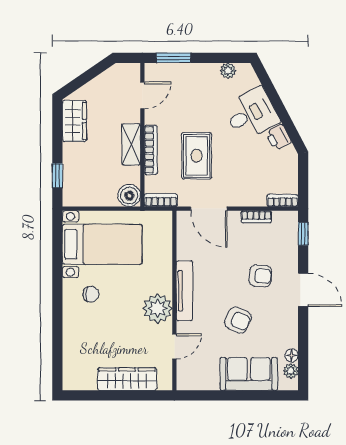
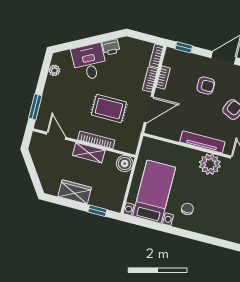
wardrobe: (74, 121) -> (75, 192), moved
bookcase: (161, 200) -> (150, 80), moved
armchair: (260, 276) -> (206, 85), turned 85

